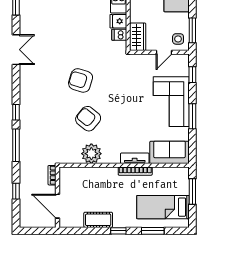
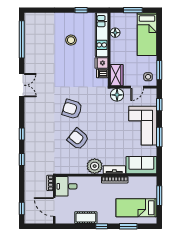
floor lamp: (138, 62) -> (117, 95), added
window: (16, 145) -> (22, 160), width x0.46
plant: (91, 154) -> (95, 166), moved
desk: (73, 180) -> (66, 186), added
window: (16, 191) -> (22, 209), moved

